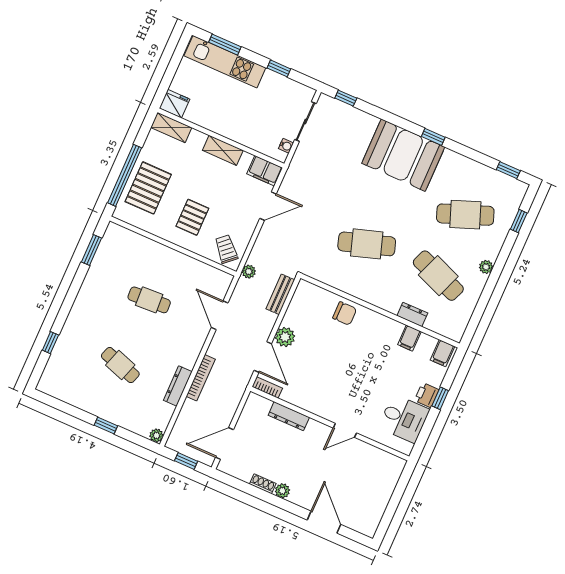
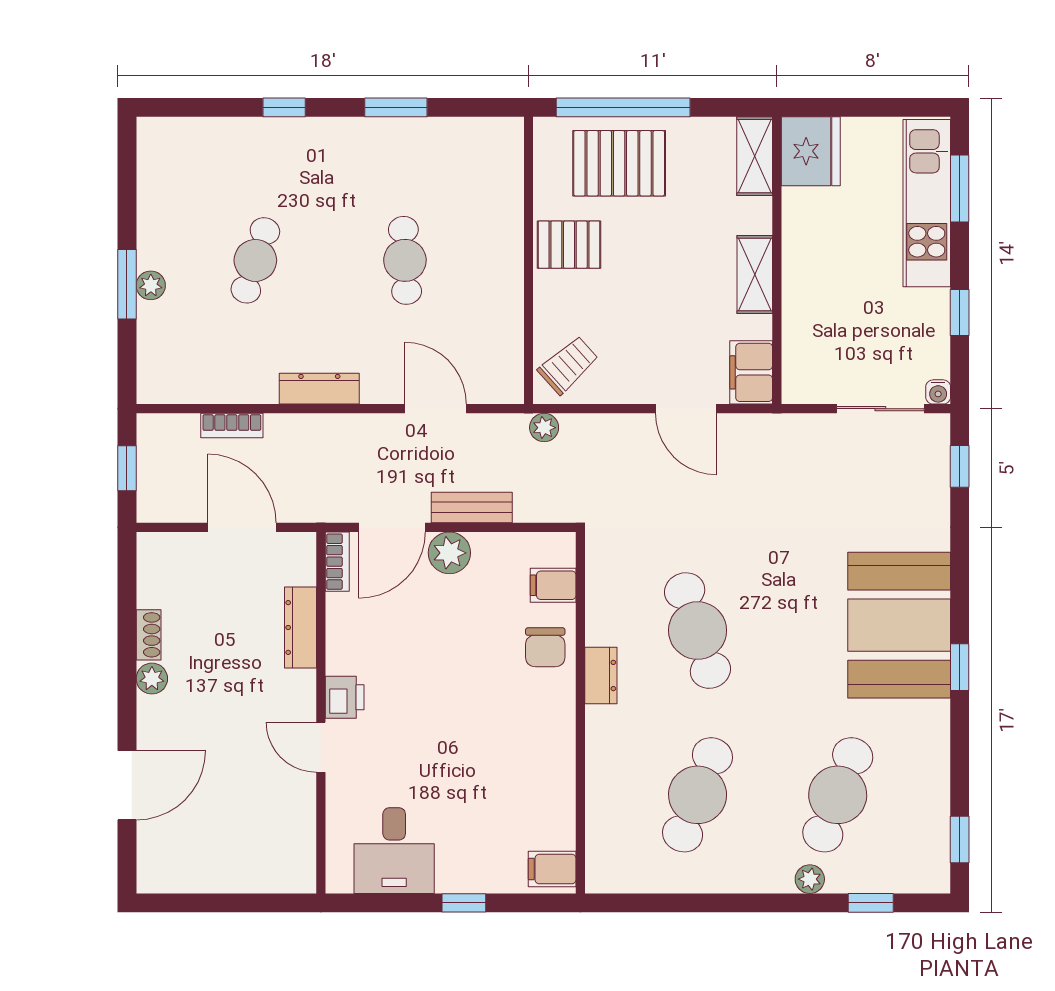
fridge: (174, 104) -> (811, 151), width x1.36, depth x1.34
water cooler: (286, 146) -> (938, 392), moved
cafe table: (465, 215) -> (838, 795), turned 42
pallet: (192, 217) -> (569, 245), moved
window: (92, 250) -> (396, 107), moved
plant: (486, 267) -> (810, 879), moved
bench: (280, 294) -> (472, 507), moved
dresser: (412, 314) -> (601, 676), moved
door: (220, 315) -> (436, 409), hinge flipped
filing cabinet: (409, 338) -> (553, 585), moved
window: (50, 343) -> (284, 107), moved
bookcase: (201, 378) -> (232, 426), moved, width x0.64
dresser: (178, 386) -> (319, 389), moved
printer: (427, 395) -> (345, 697), moved, turned 90
window: (106, 426) -> (127, 284), width x1.50
plant: (156, 436) -> (151, 285), moved
door: (225, 444) -> (242, 527), moved

